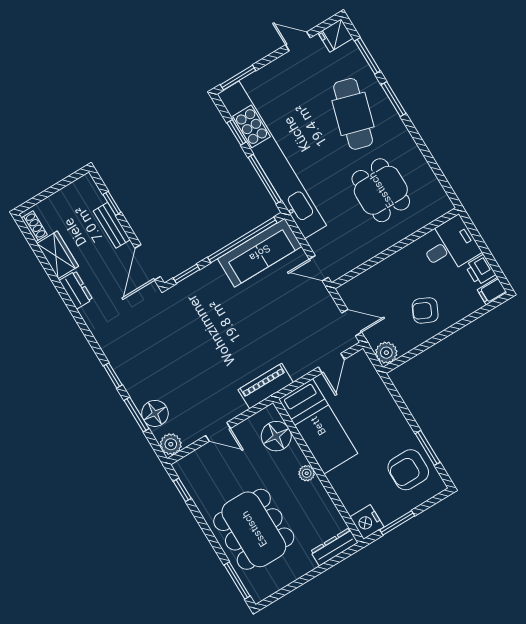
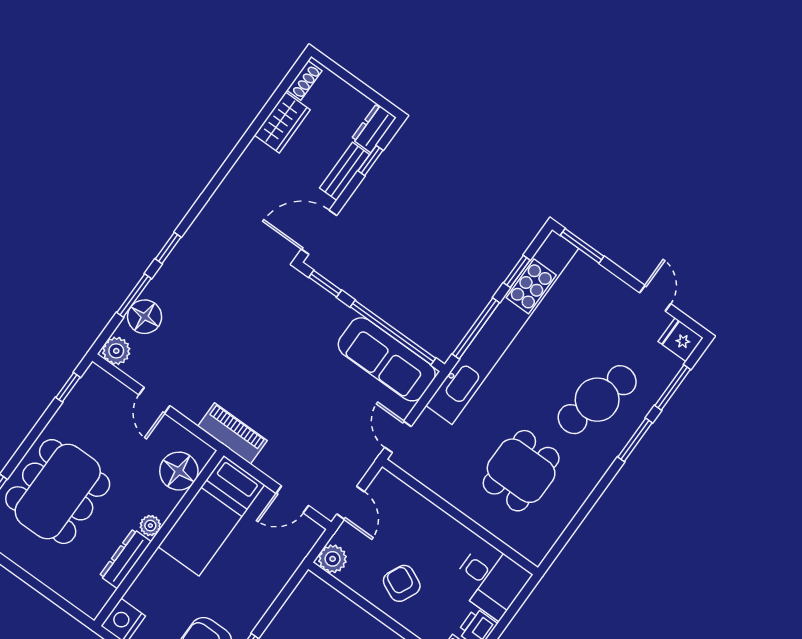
dresser: (76, 290) -> (374, 128), moved, turned 180
dresser: (334, 547) -> (125, 559), moved, turned -90

